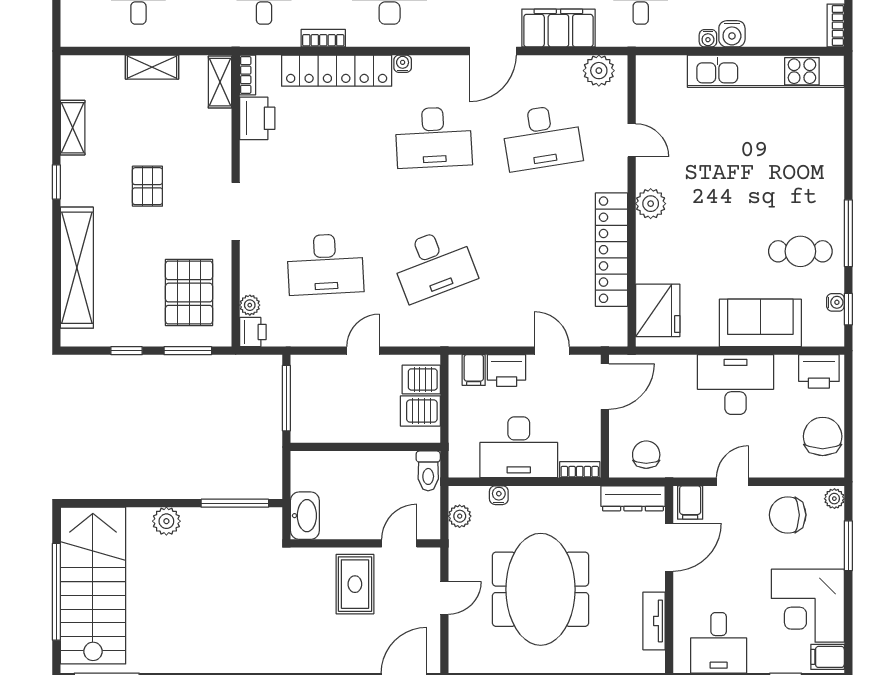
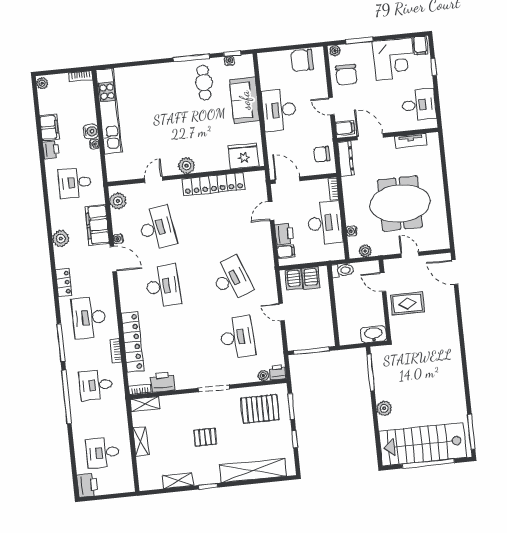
water cooler: (403, 64) -> (118, 239), moved
printer: (819, 371) -> (267, 66), removed

